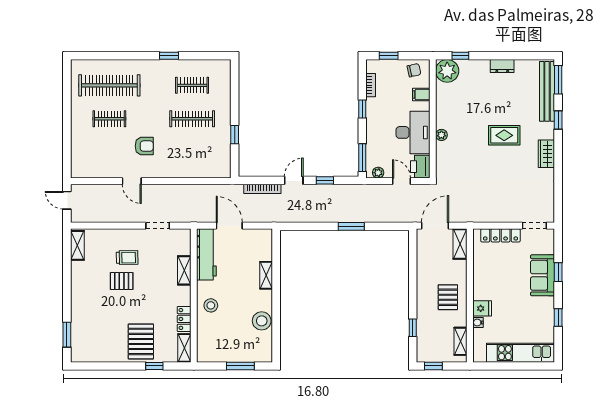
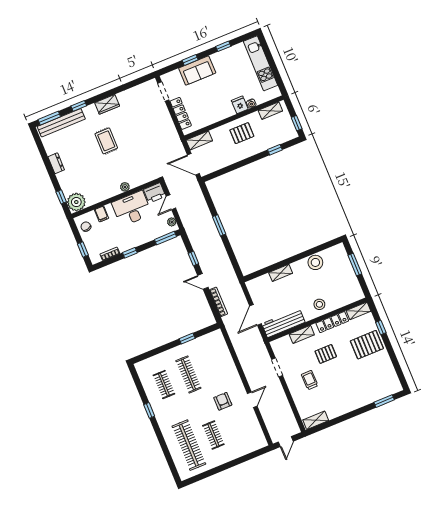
pallet: (122, 281) -> (326, 354), moved, turned 90
locker: (184, 319) -> (332, 322), width x1.53

